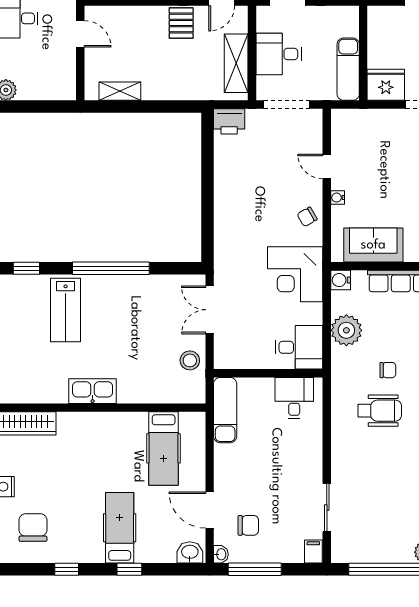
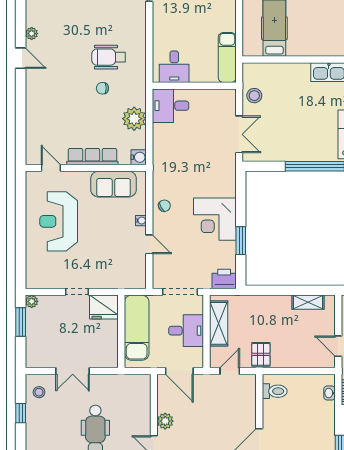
exam couch: (348, 69) -> (137, 328), width x1.36, depth x1.45
window: (208, 171) -> (241, 241), added
corner desk: (295, 274) -> (215, 219), moved, turned 180

